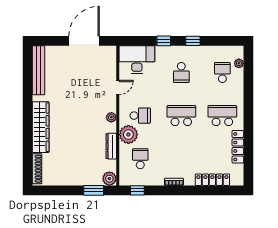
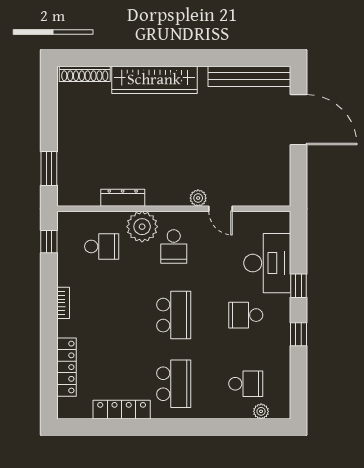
door: (84, 41) -> (299, 120), moved
desk: (137, 60) -> (267, 263), moved
plant: (111, 117) -> (198, 198), moved
plant: (109, 179) -> (68, 195), removed

